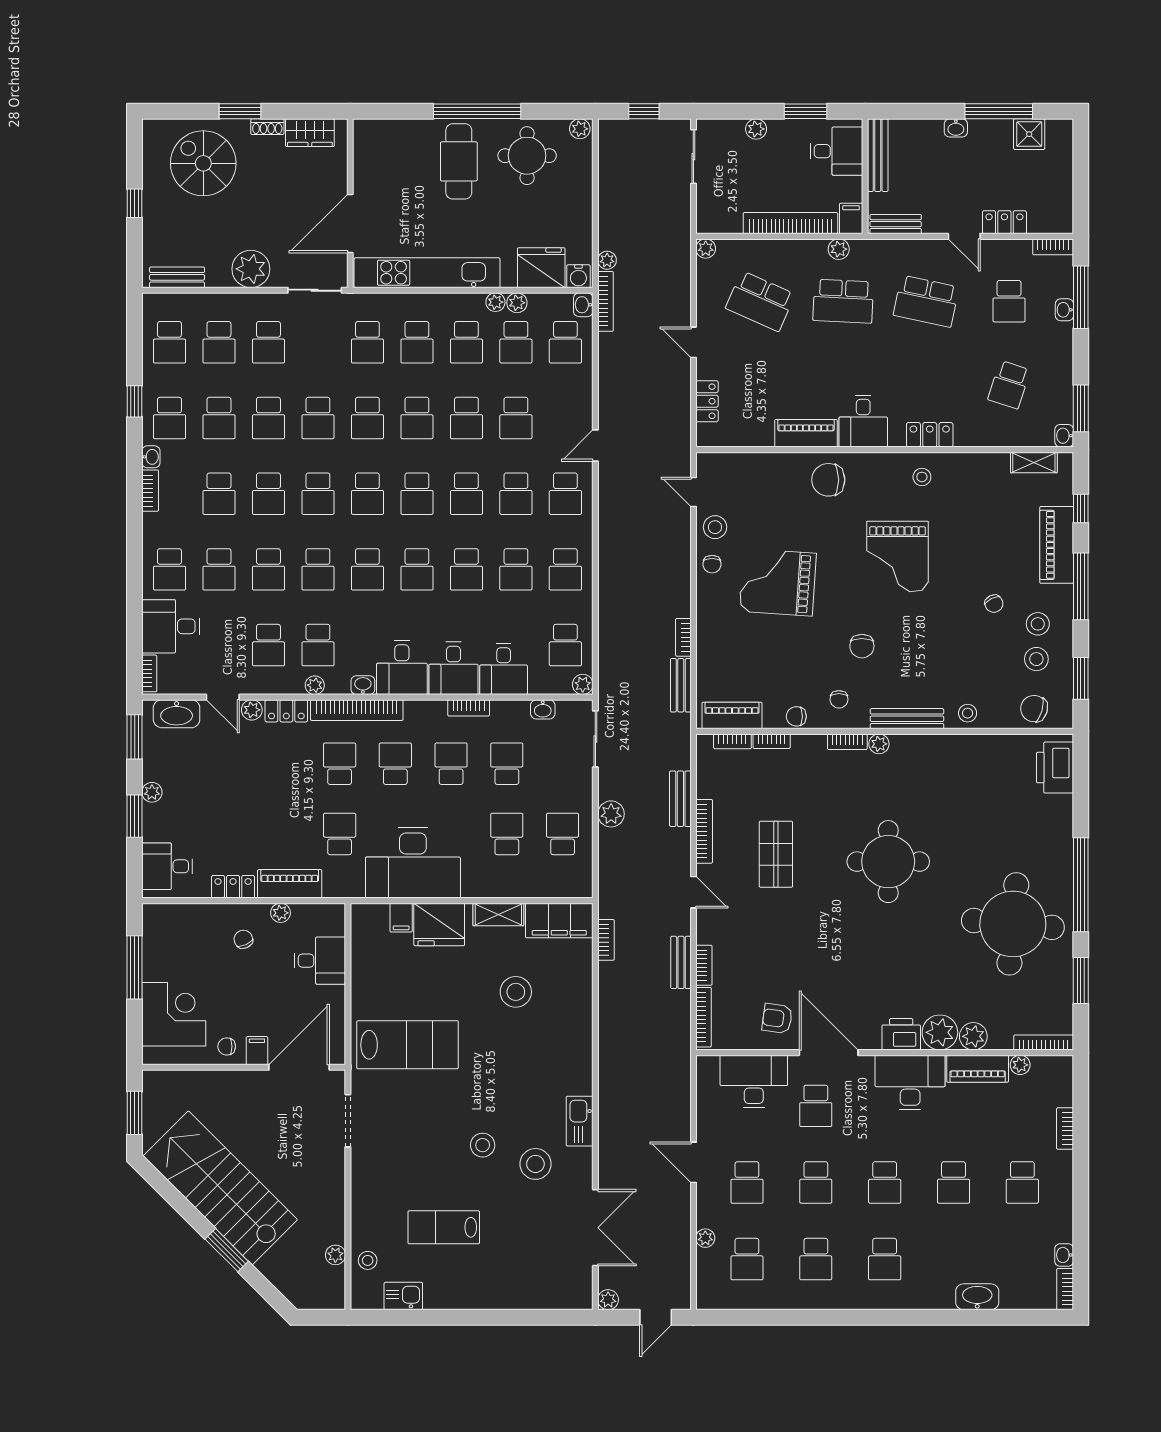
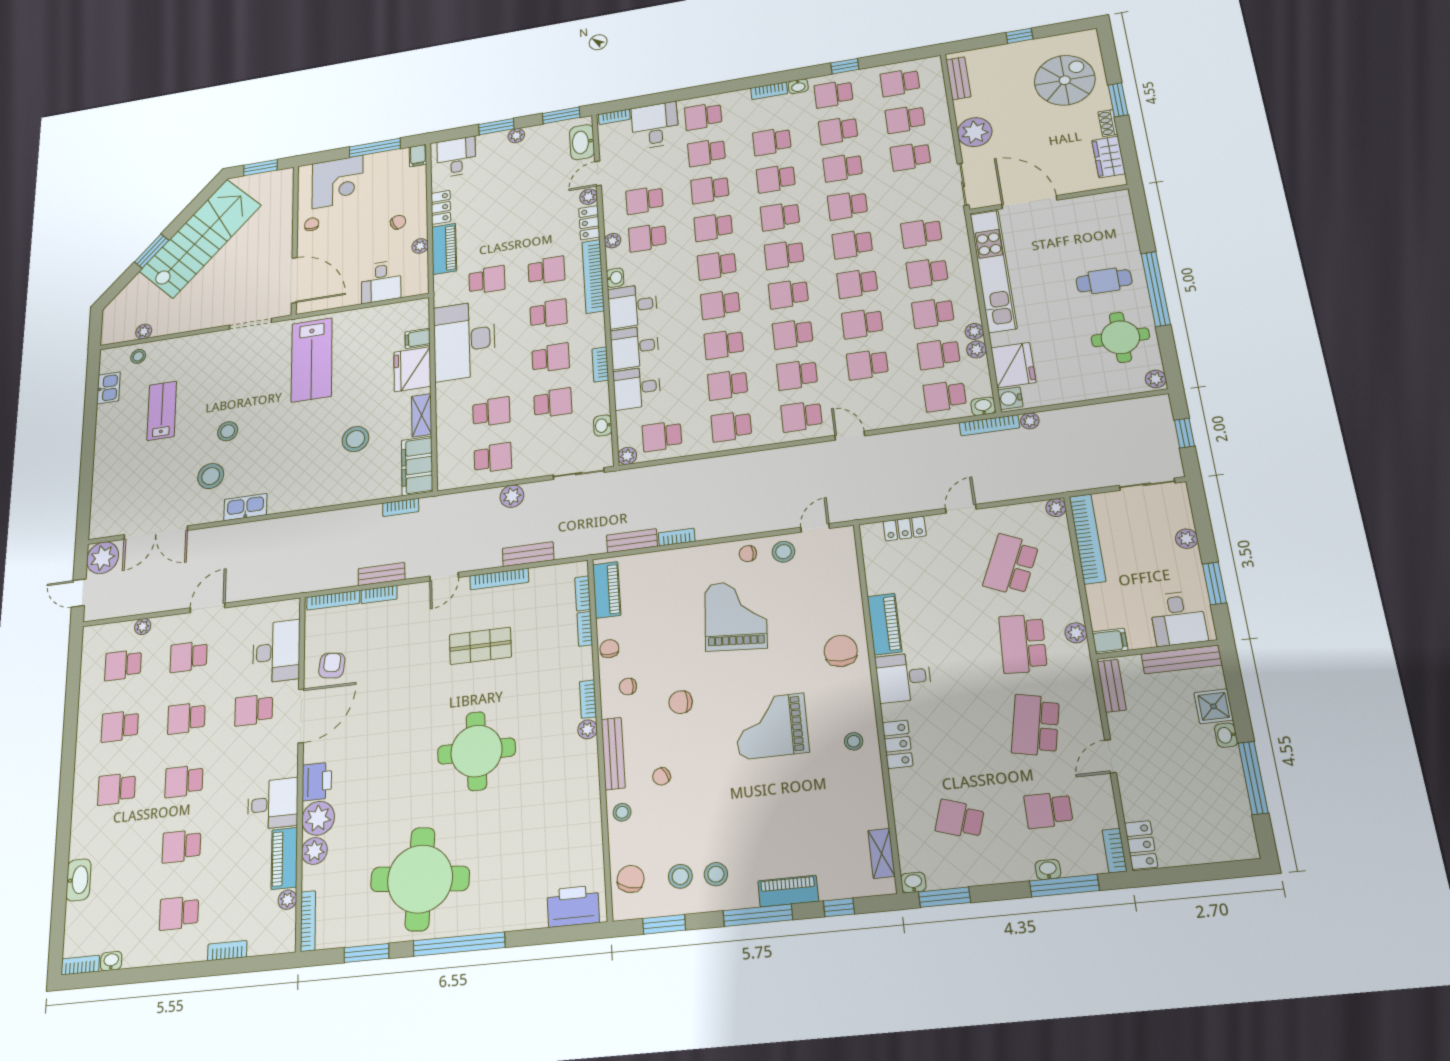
shower: (1029, 134) -> (1214, 706), moved
cafe table: (459, 161) -> (1104, 281), width x0.73, depth x0.74
locker: (1004, 222) -> (1141, 845), moved
bookcase: (790, 223) -> (1087, 539), moved
piano: (1057, 545) -> (788, 891), width x0.73, depth x0.75
chair: (994, 604) -> (661, 776), moved
filing cabinet: (257, 1051) -> (418, 156), moved, turned 90
desk: (910, 1082) -> (273, 804), width x0.73
plant: (608, 1300) -> (103, 558), width x1.88, depth x1.88

